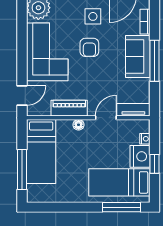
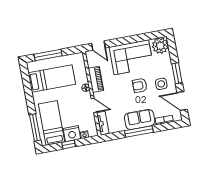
bed: (41, 151) -> (52, 79), moved, turned 180

